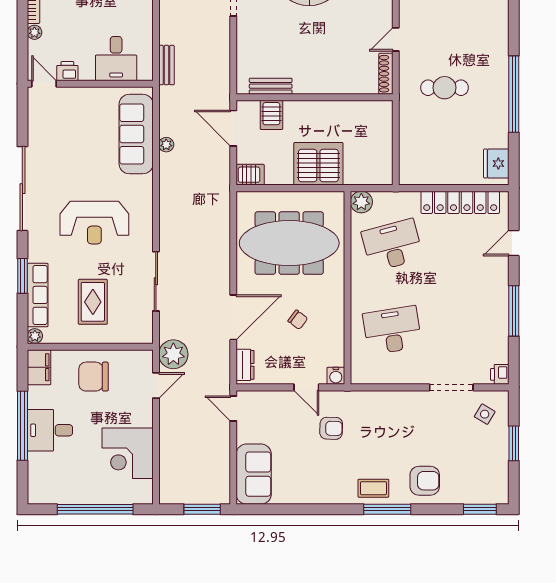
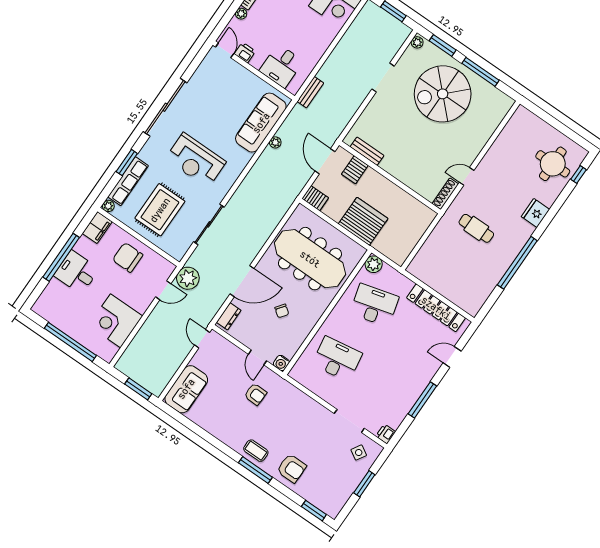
fridge: (496, 163) -> (535, 213), moved
rug: (93, 302) -> (160, 210), width x1.36, depth x1.43

